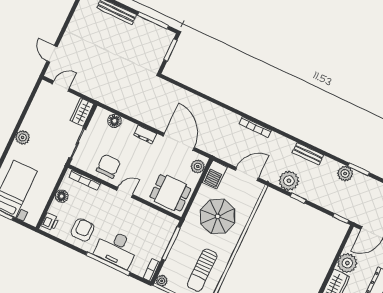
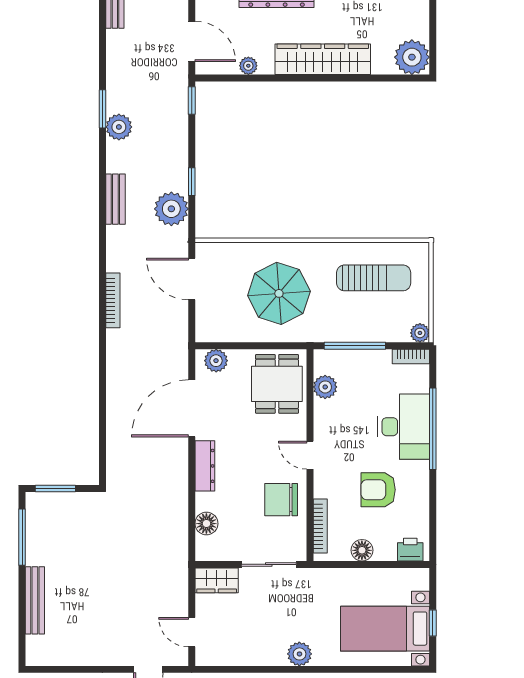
dresser: (145, 134) -> (205, 466), width x1.44
barbecue: (215, 175) -> (216, 329), removed
plant: (157, 217) -> (325, 387), added
armchair: (83, 230) -> (378, 490), moved
plant: (347, 263) -> (248, 66), width x0.53, depth x0.53

